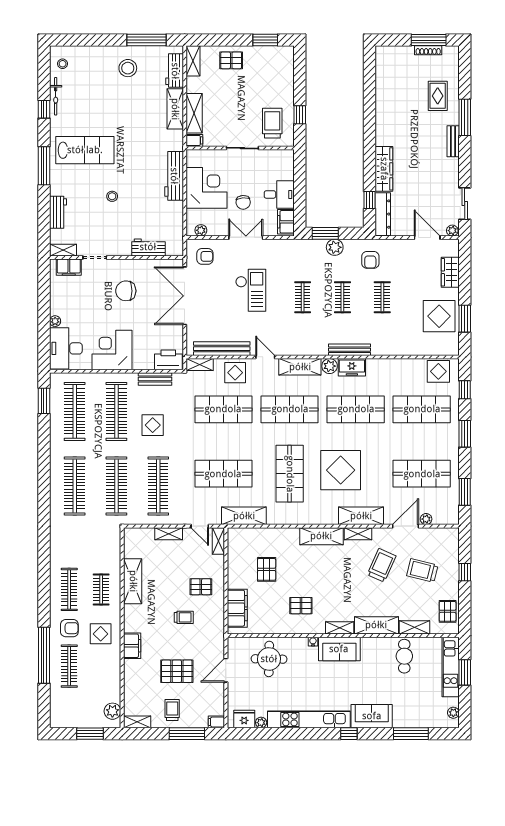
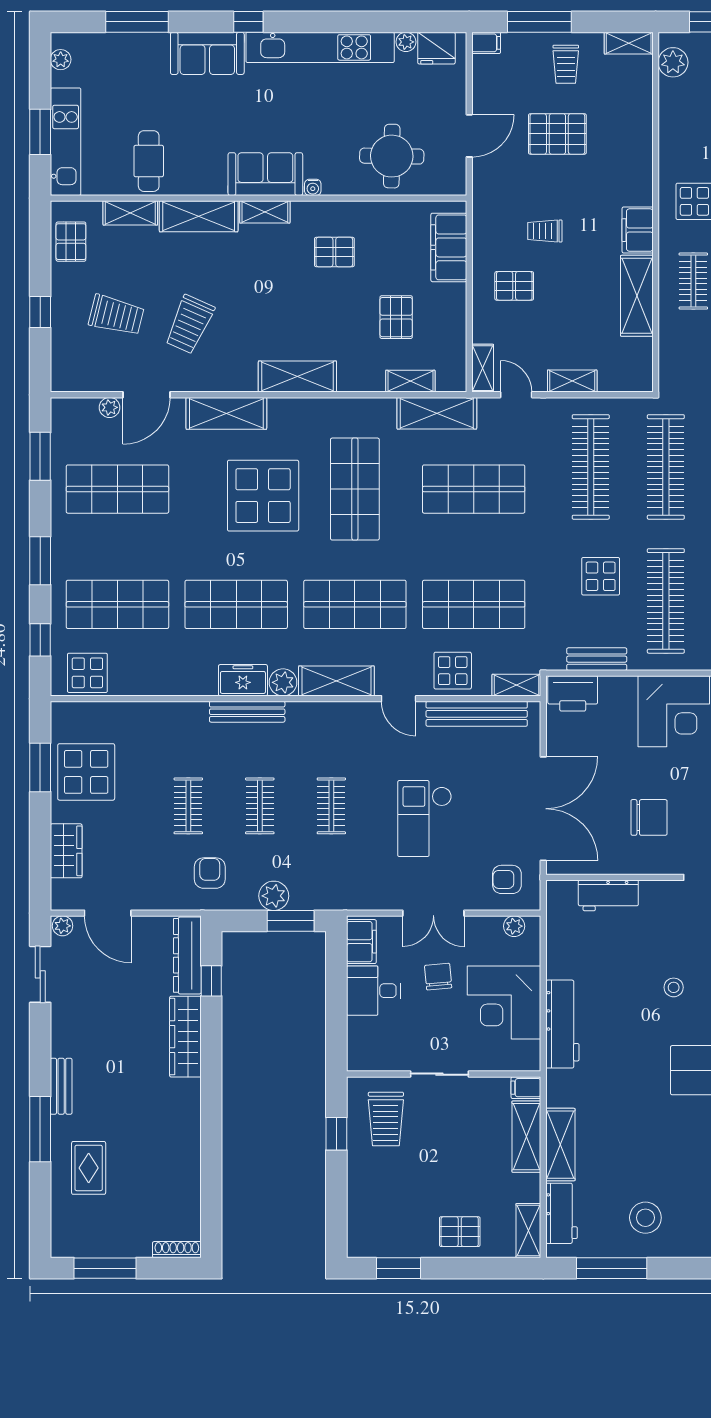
shoe rack: (428, 50) -> (177, 1250), moved
shelving: (358, 534) -> (410, 381), moved
filing cabinet: (132, 646) -> (638, 230), moved

